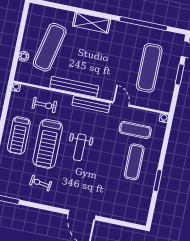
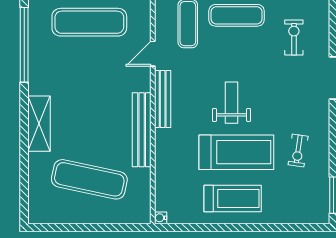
plant: (24, 56) -> (111, 216), removed
exercise bike: (44, 105) -> (294, 37), moved
weight bench: (80, 147) -> (232, 103), turned -90

